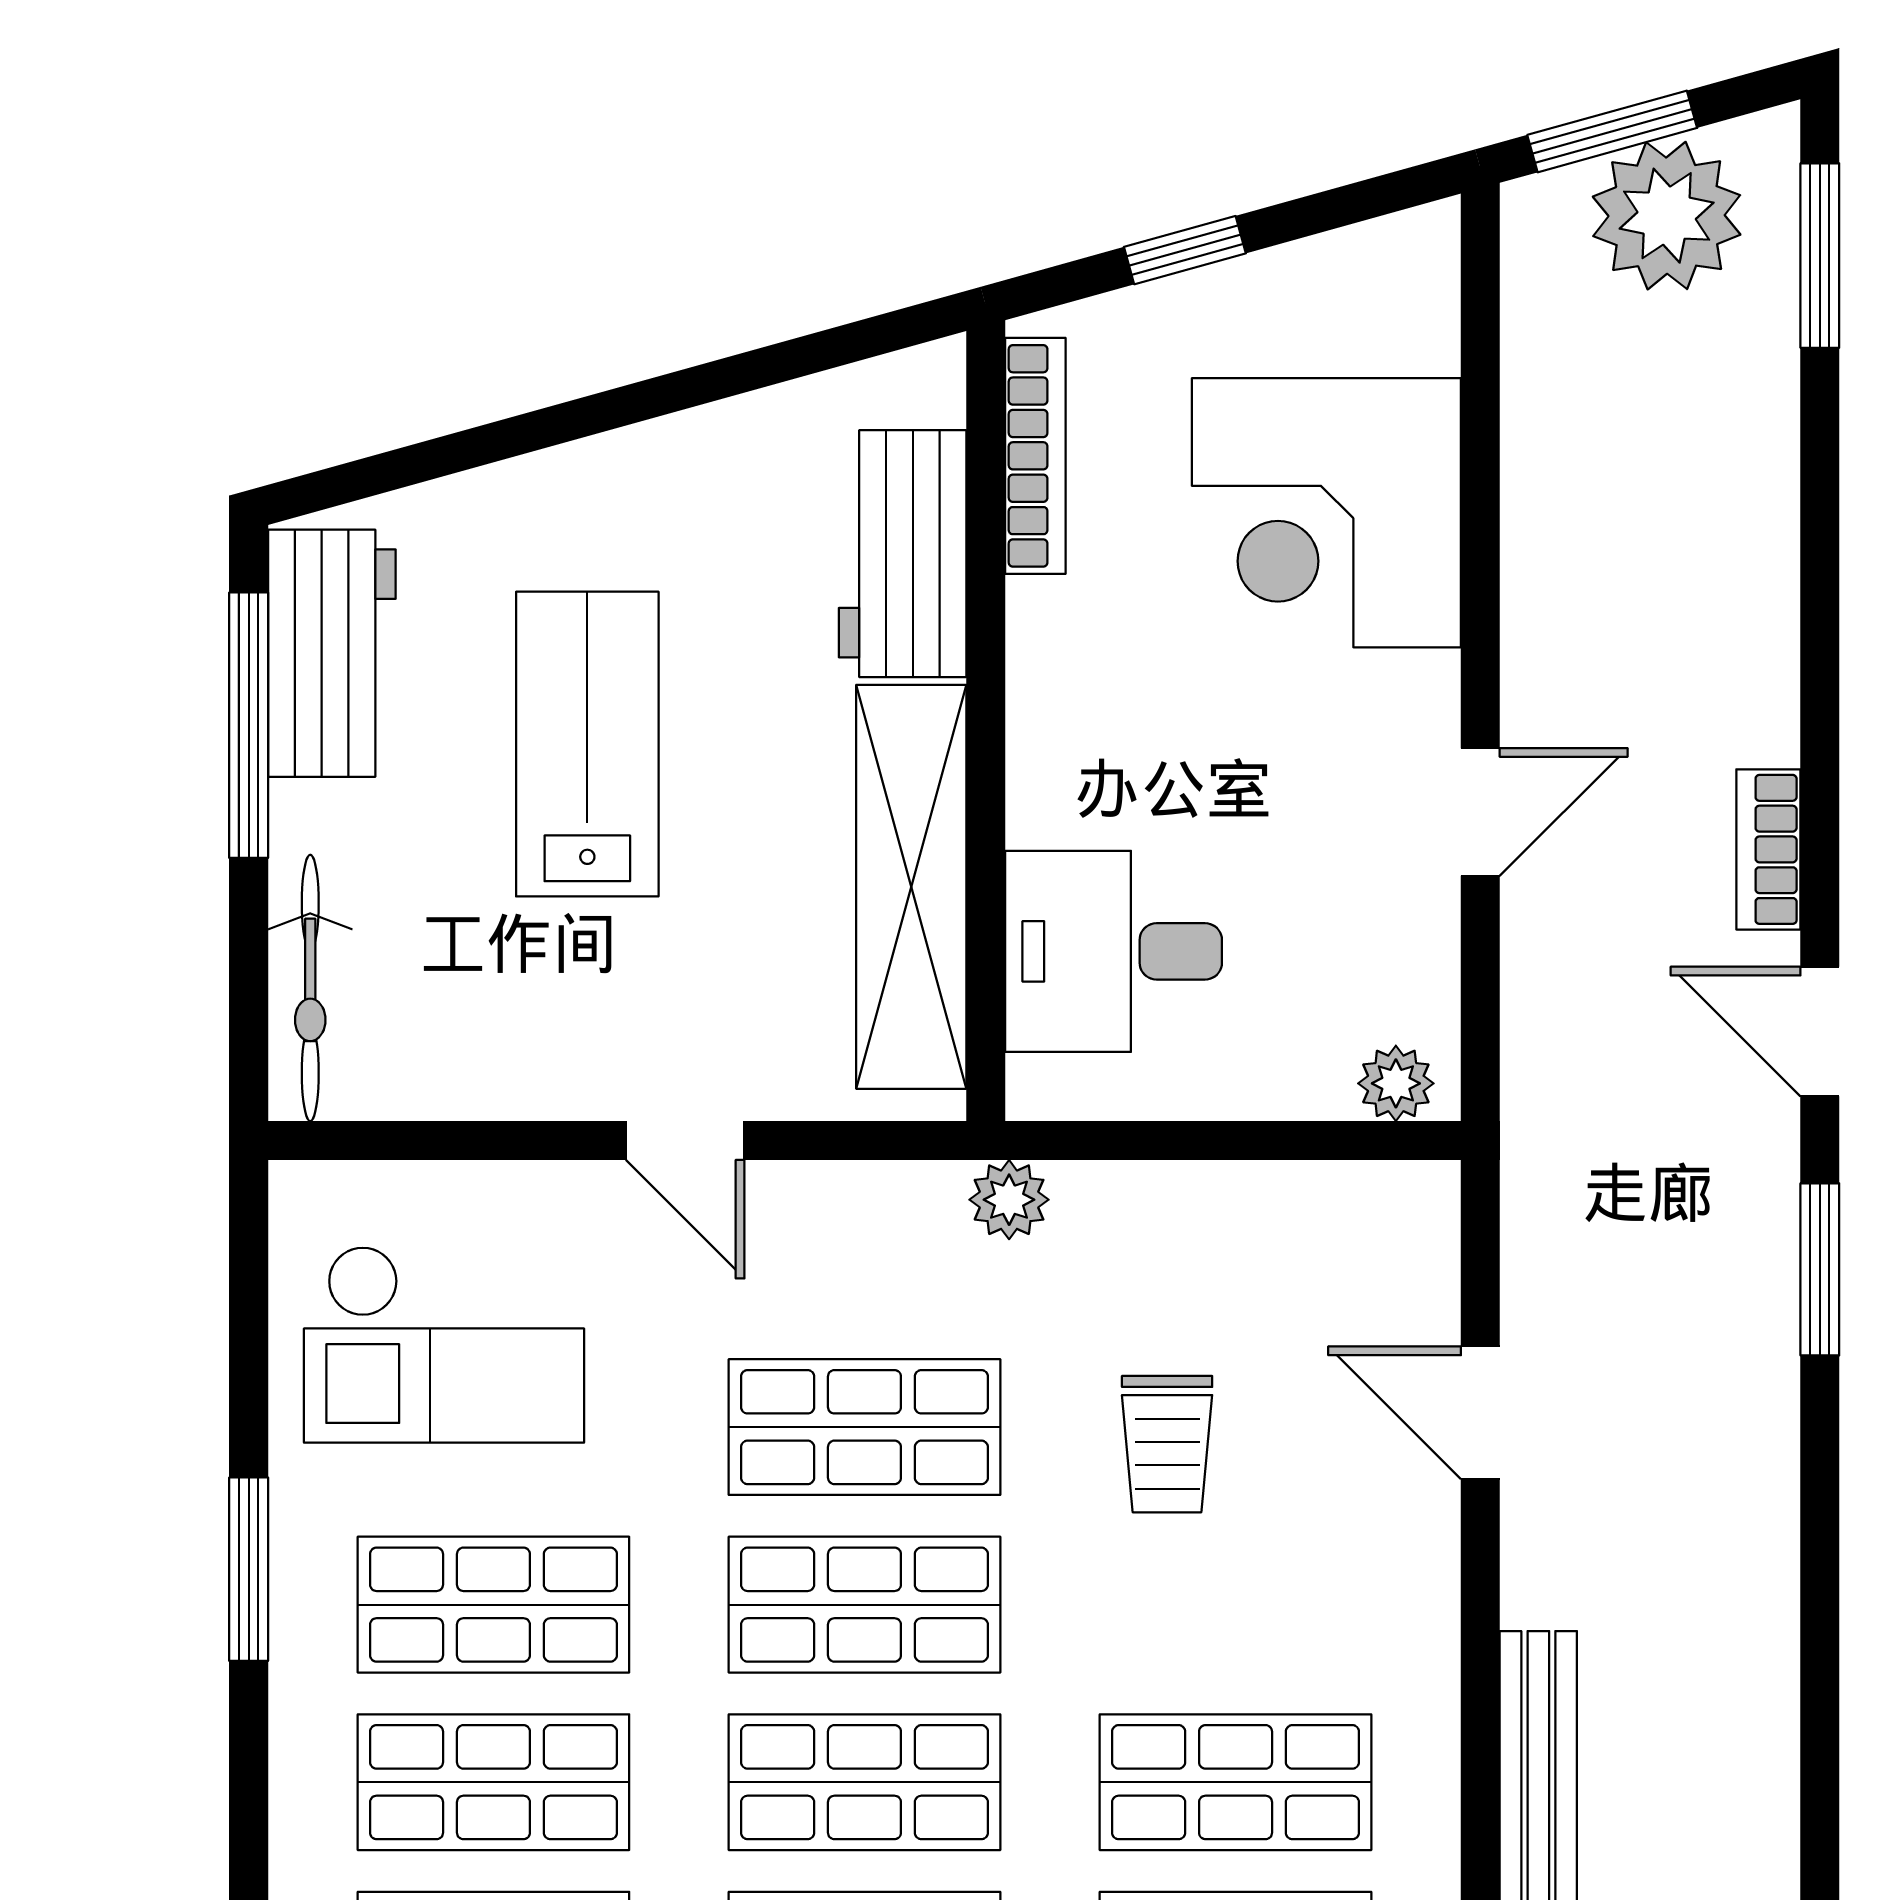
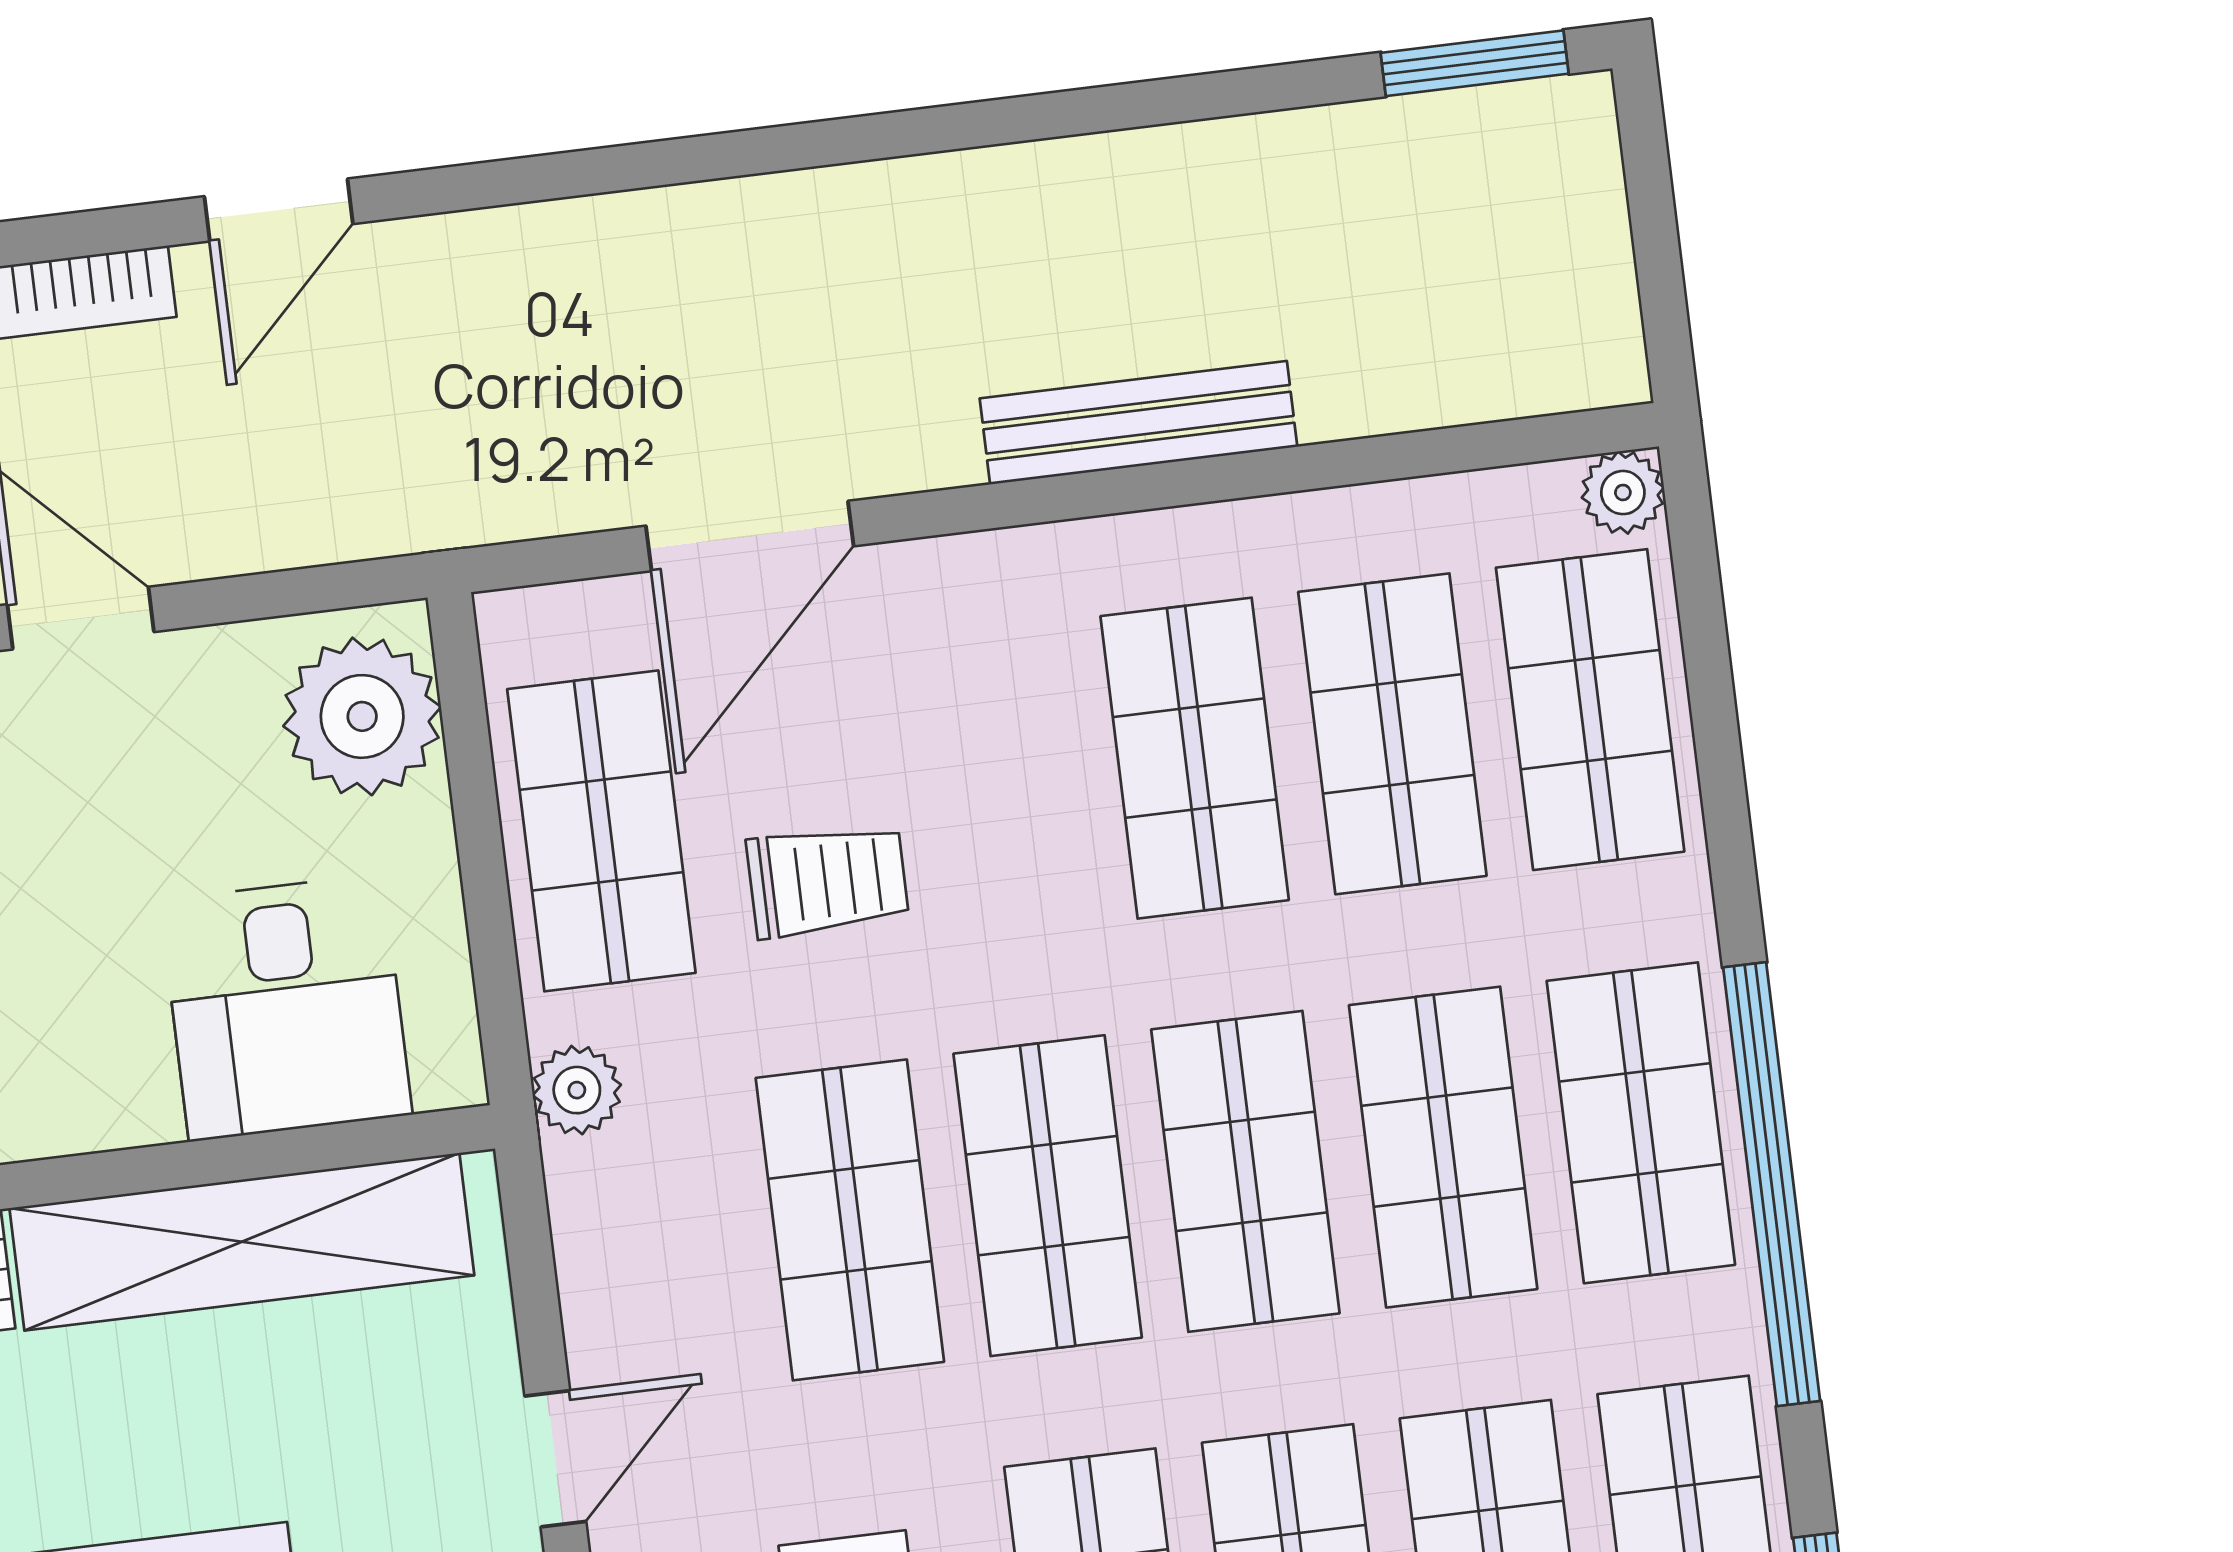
plant: (1396, 1083) -> (362, 716), width x1.87, depth x1.87
shop shelf: (1236, 1250) -> (601, 831), added
window: (1820, 1269) -> (544, 177), removed
door: (1480, 1413) -> (750, 536), width x1.38

